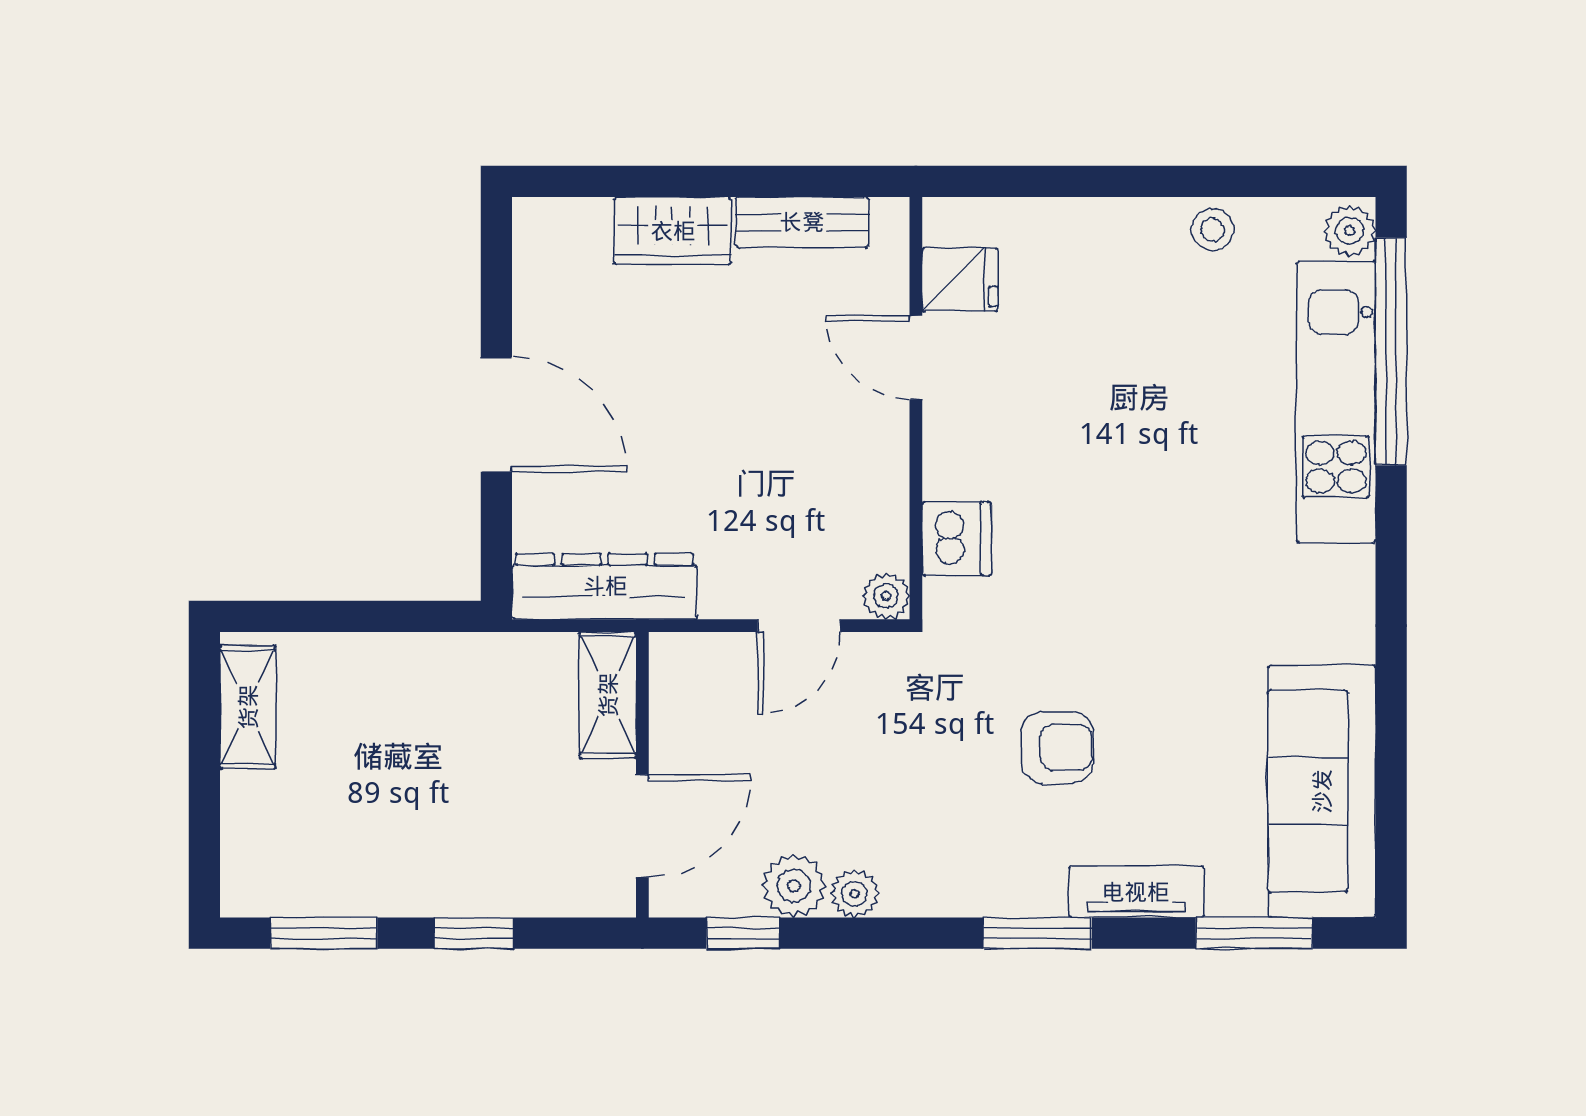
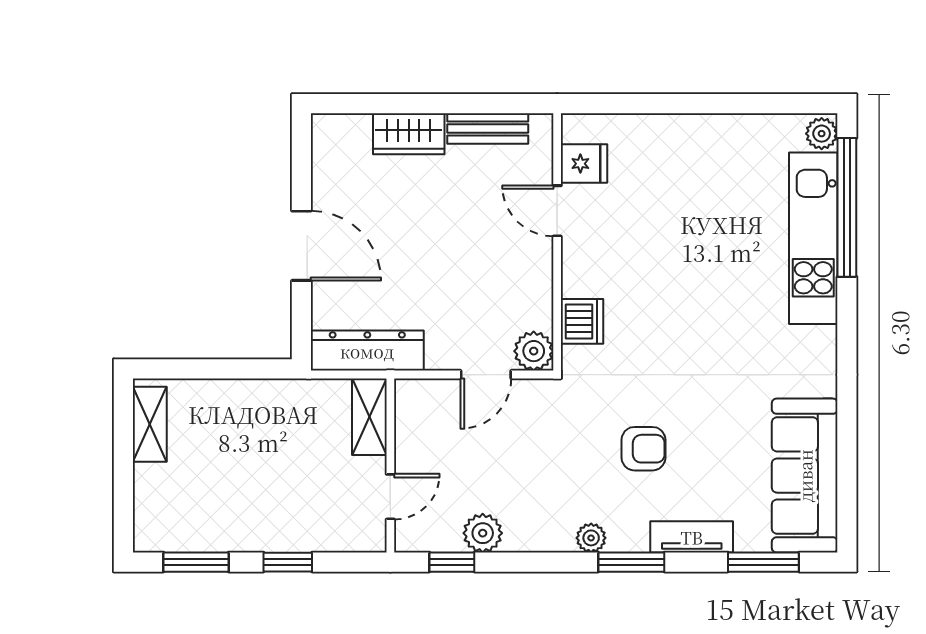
stool: (1212, 230) -> (738, 133), removed
plant: (886, 596) -> (534, 351), width x1.38, depth x1.38
door: (642, 826) -> (390, 497), width x0.73
plant: (855, 894) -> (591, 538), moved

